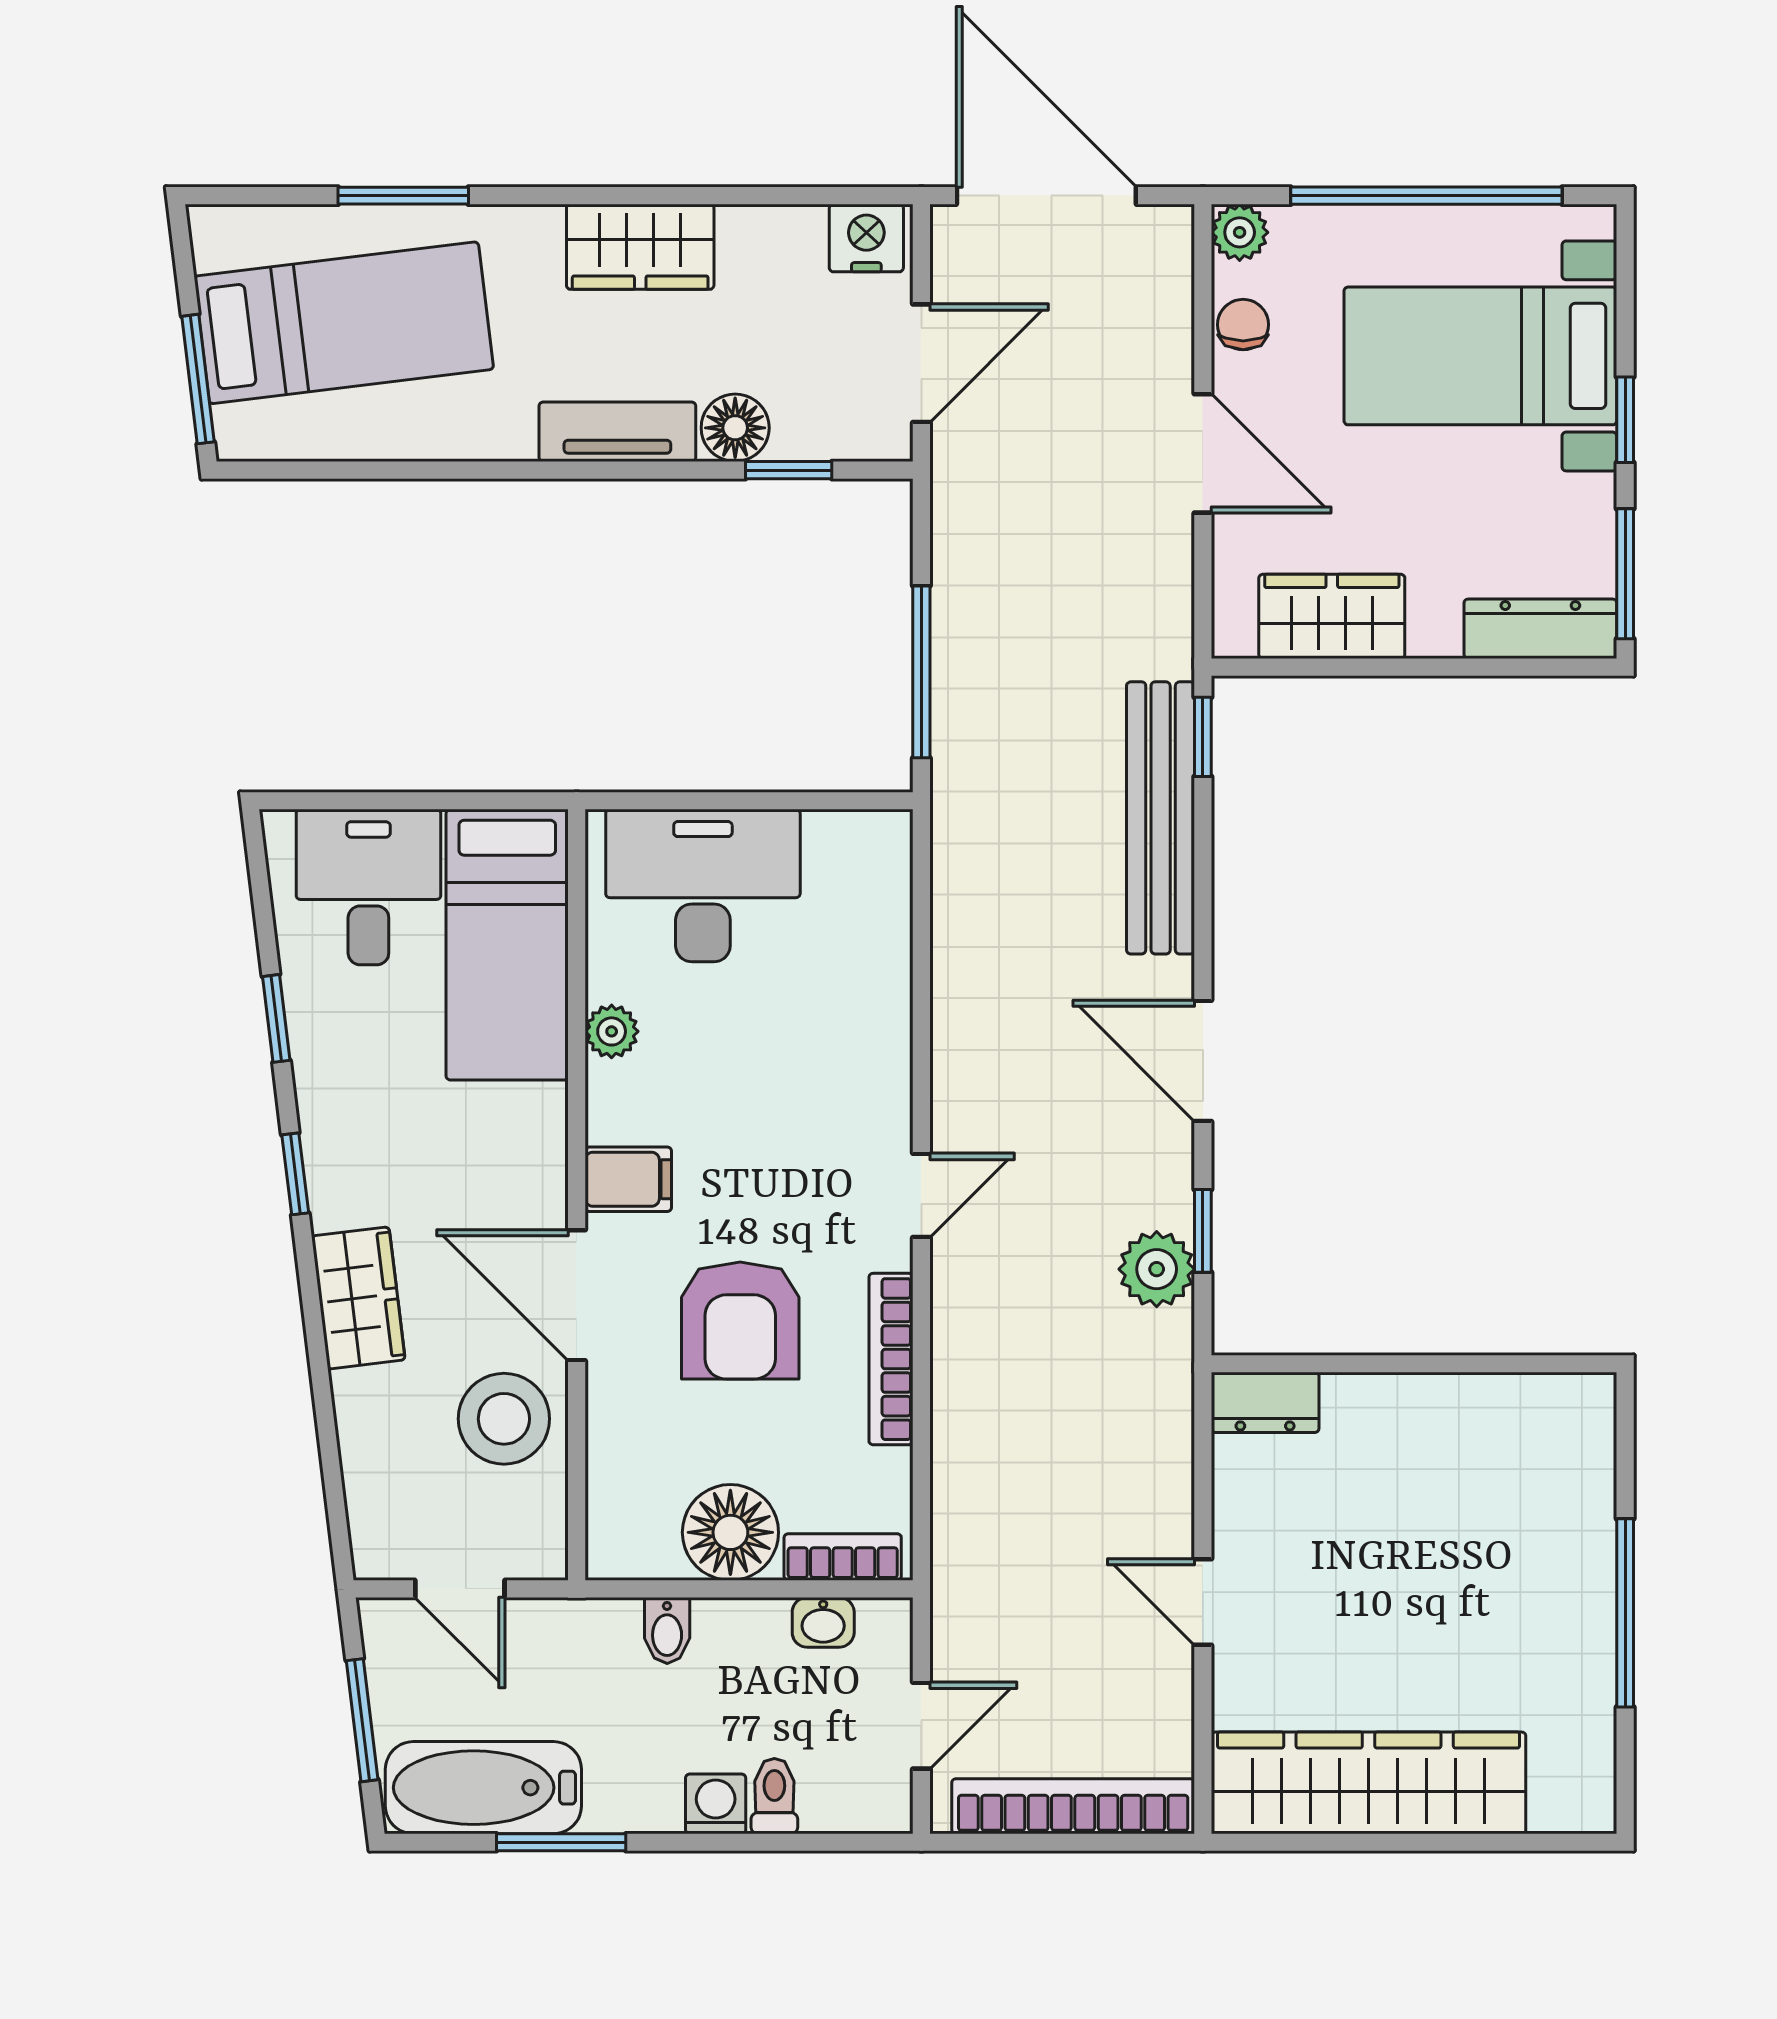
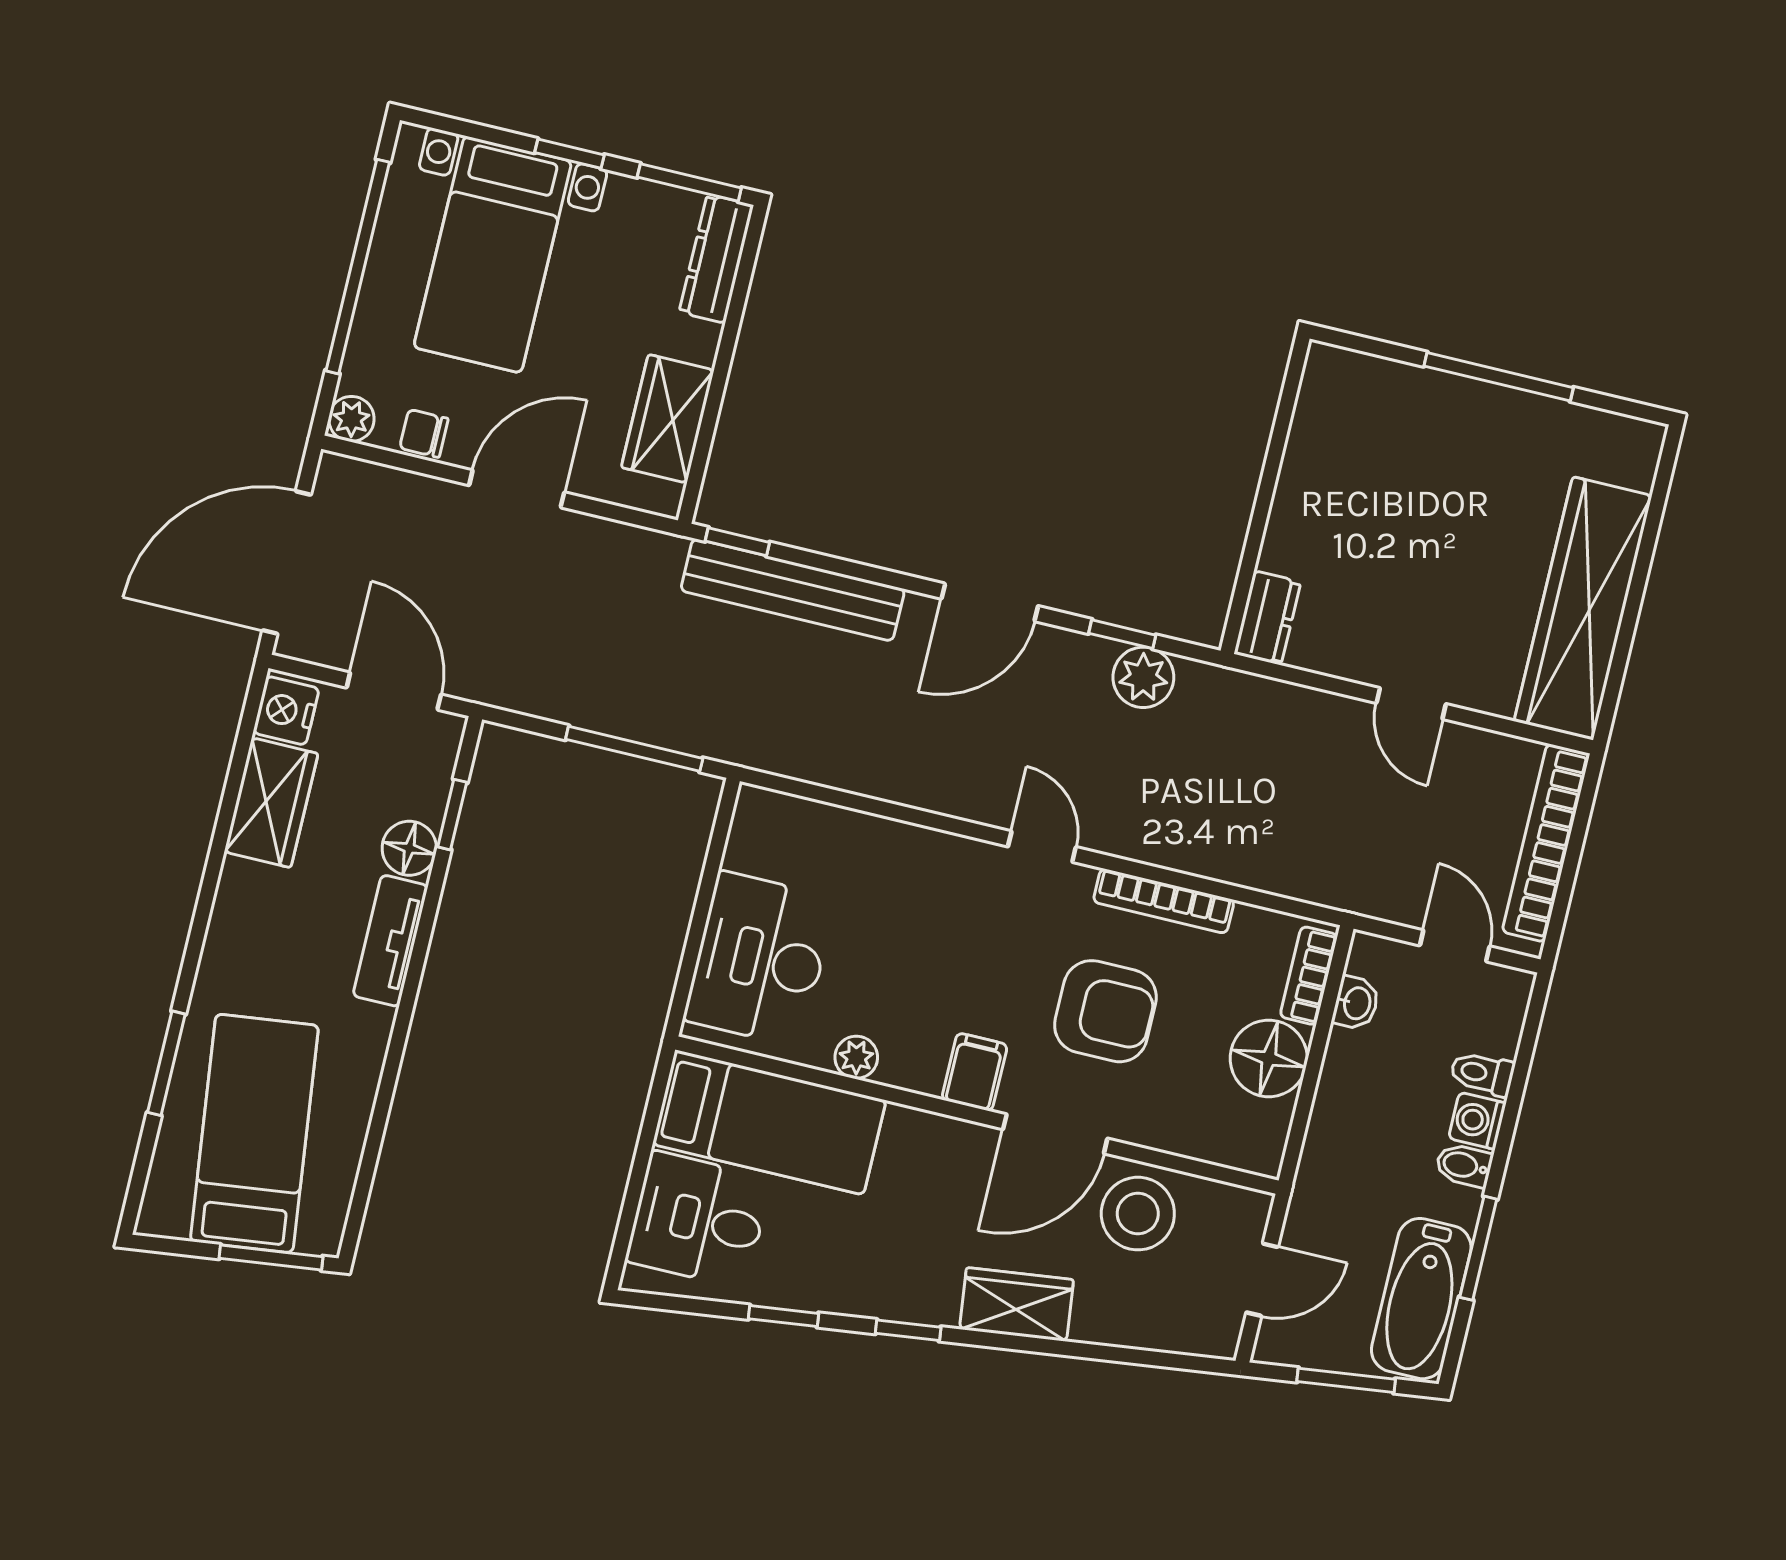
wardrobe: (640, 247) -> (271, 803), moved
door: (1203, 1602) -> (1411, 704), hinge flipped
bidet: (667, 1630) -> (1464, 1165), moved, turned 180

